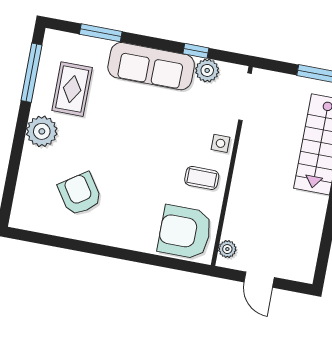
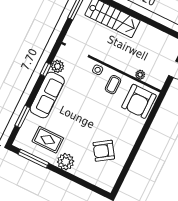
plant: (227, 249) -> (140, 75), moved

